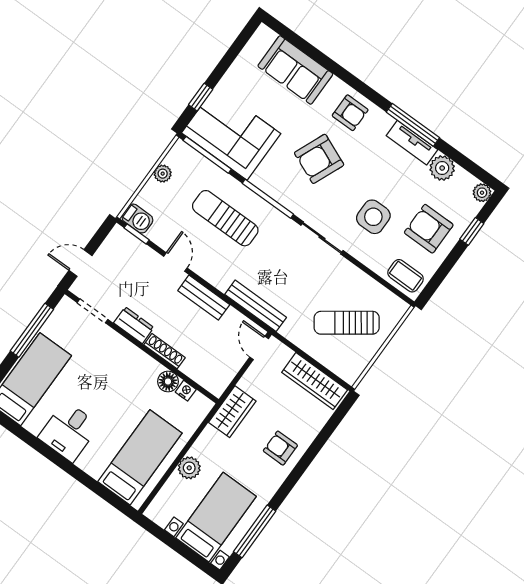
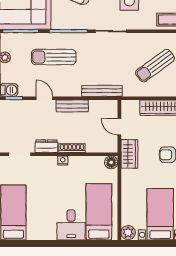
door: (259, 348) -> (119, 127), moved
floor lamp: (168, 381) -> (111, 162), moved
nightstand: (186, 391) -> (63, 160), moved
desk: (69, 431) -> (71, 225), moved
plant: (189, 468) -> (128, 233), moved

